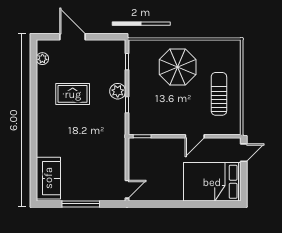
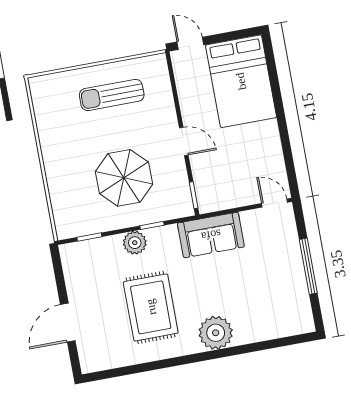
plant: (42, 59) -> (216, 333), moved, width x1.88, depth x1.88
parasol: (178, 67) -> (124, 178), moved
rug: (73, 94) -> (151, 307), width x1.36, depth x1.43
door: (195, 136) -> (184, 141), moved
sofa: (48, 178) -> (211, 235), moved, turned 180

